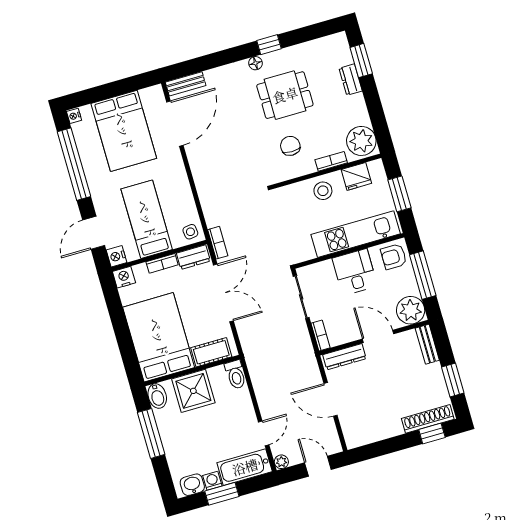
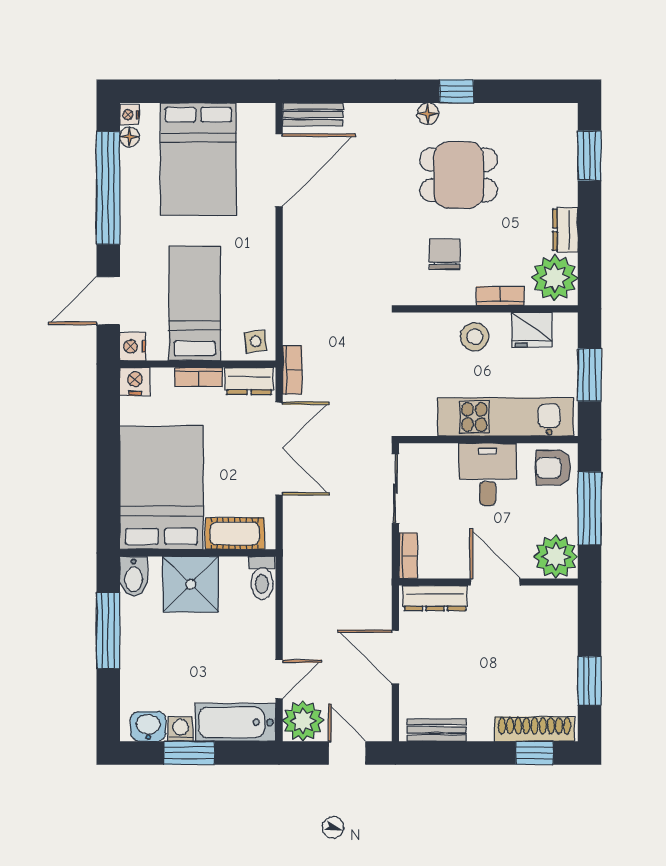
dresser: (351, 80) -> (565, 230), moved
floor lamp: (78, 129) -> (130, 137), added
bench: (427, 344) -> (437, 730), moved, turned 90
plant: (281, 462) -> (303, 721), width x1.88, depth x1.88

